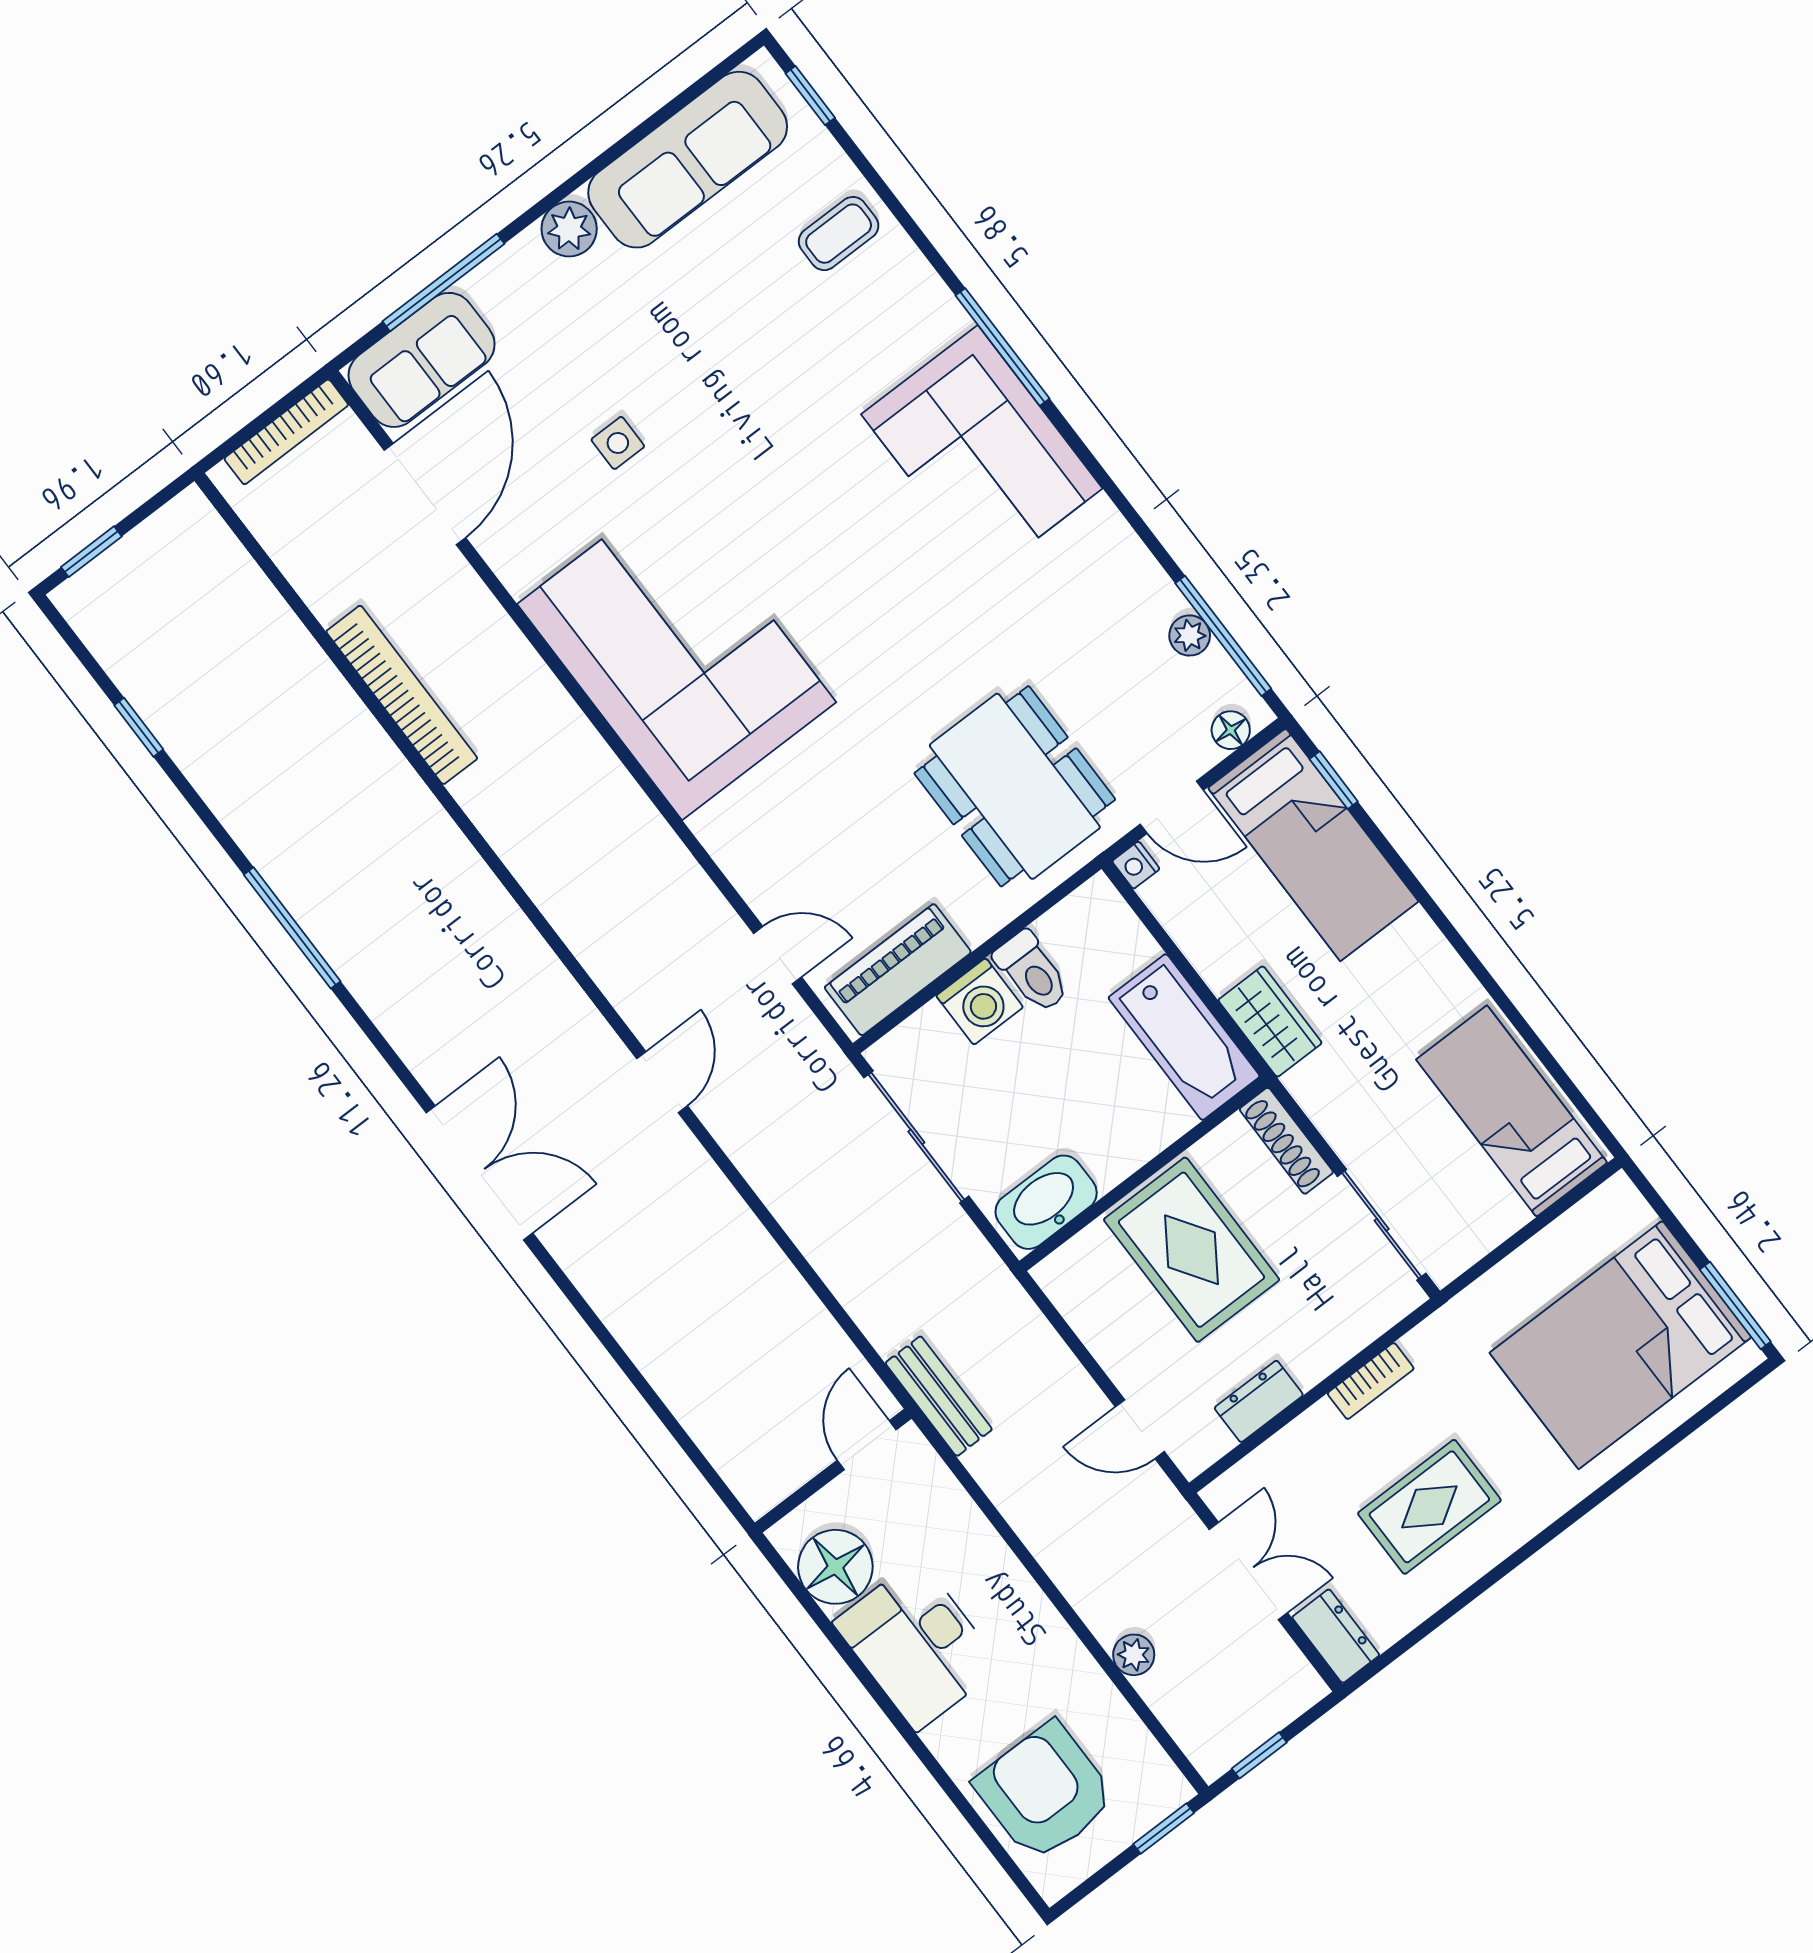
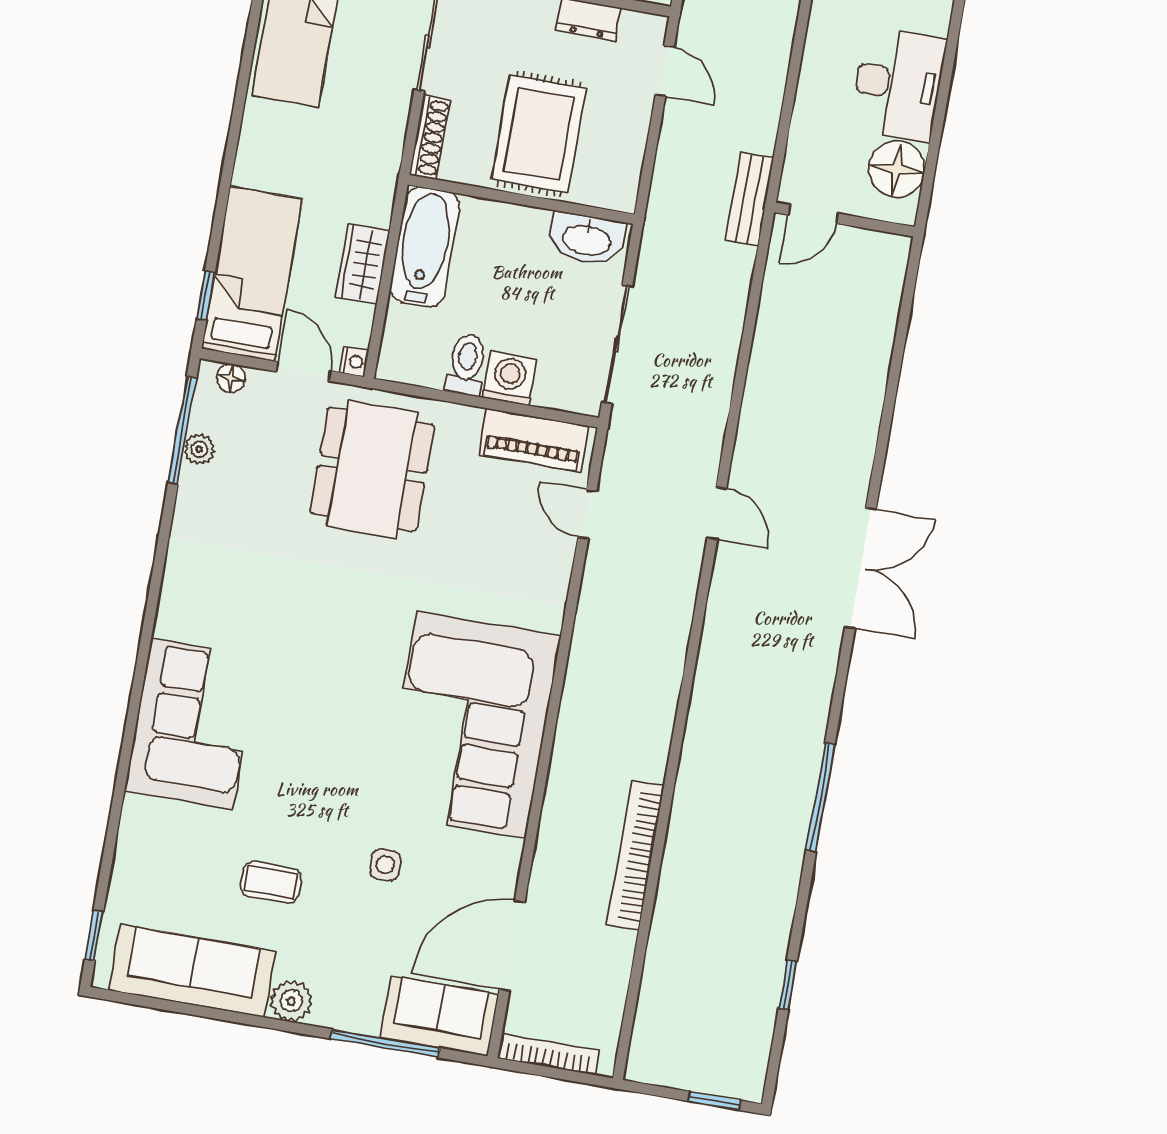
coffee table: (839, 234) -> (271, 882), moved
window: (1003, 347) -> (135, 700), removed
corner sofa: (982, 451) -> (192, 723), moved
wardrobe: (1270, 1022) -> (362, 264), moved
door: (662, 1082) -> (717, 513), swing flipped
double door: (479, 1173) -> (860, 568), swing flipped

